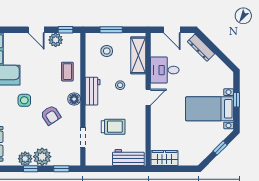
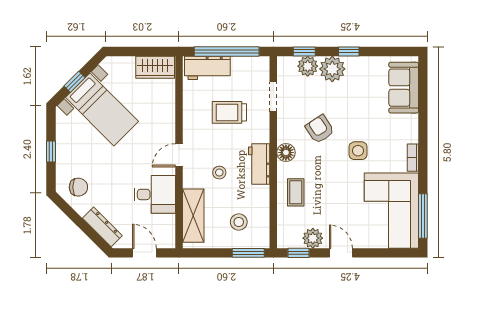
window: (111, 30) -> (248, 253), moved
chair: (217, 75) -> (78, 187), added
bed with nightstands: (210, 109) -> (102, 109), moved, turned 45
plant: (25, 159) -> (308, 66), moved
window: (115, 169) -> (227, 51), added

